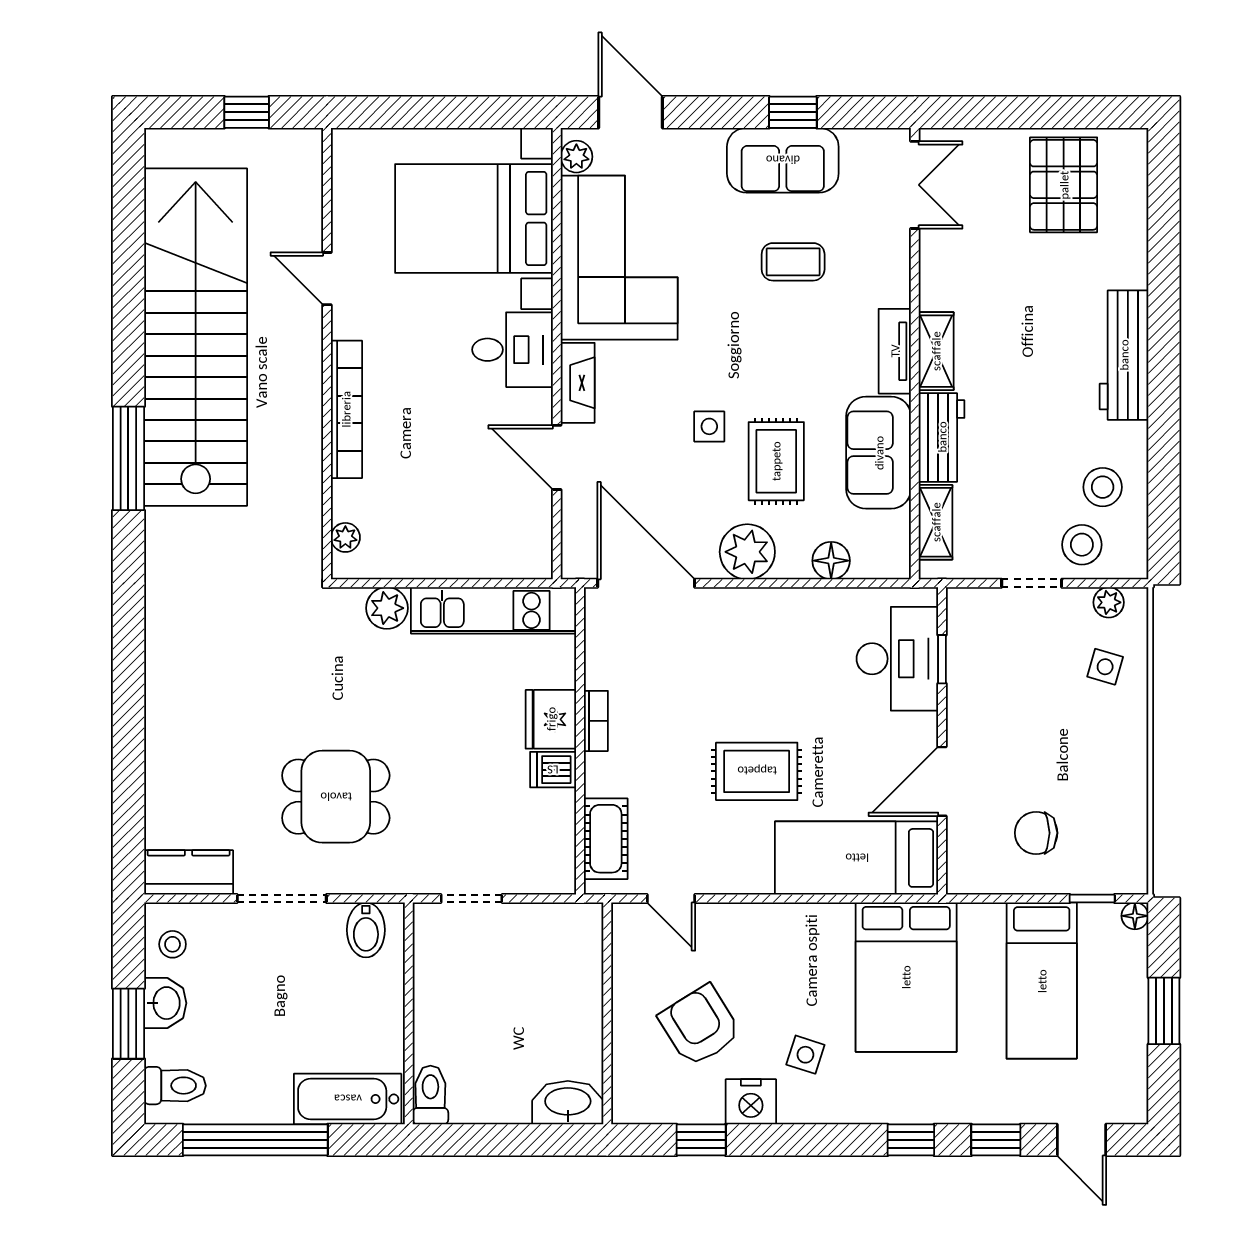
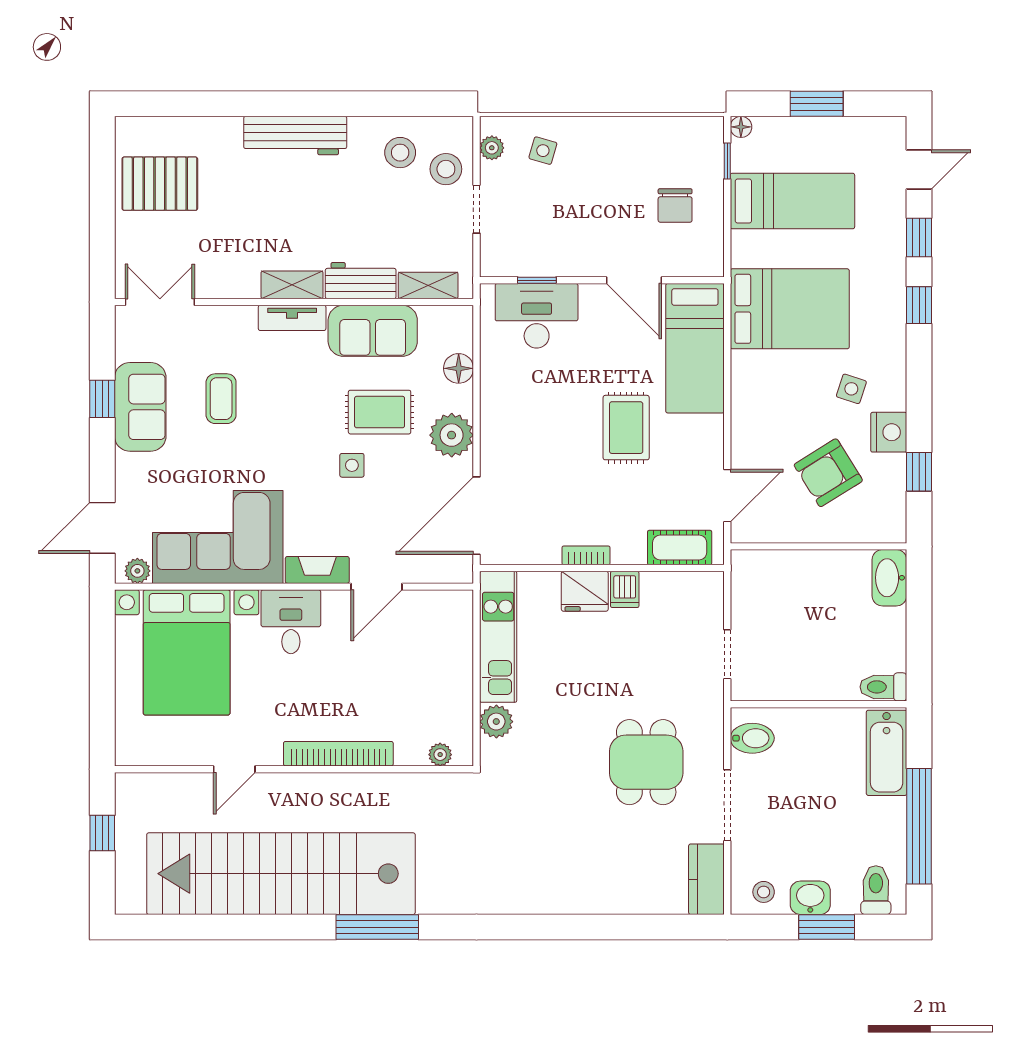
door: (671, 899) -> (727, 496), width x1.38

